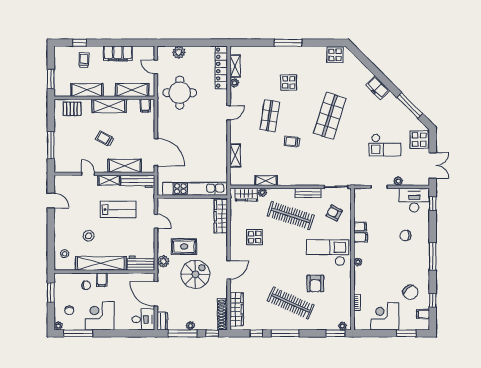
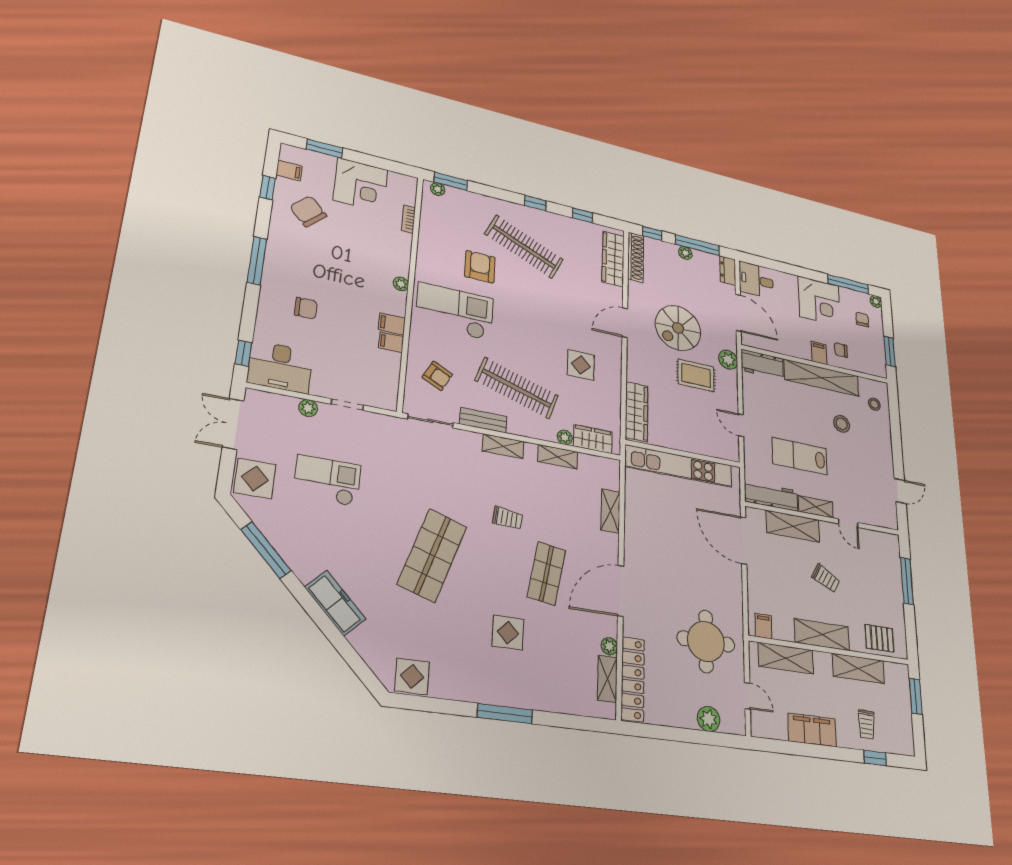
freezer: (378, 88) -> (335, 603), width x1.40
door: (229, 113) -> (621, 591), width x1.88
shelving: (296, 181) -> (503, 446), added
door: (51, 200) -> (900, 491), swing flipped
checkout: (328, 253) -> (455, 311), turned 180
window: (285, 333) -> (535, 203), width x0.46

